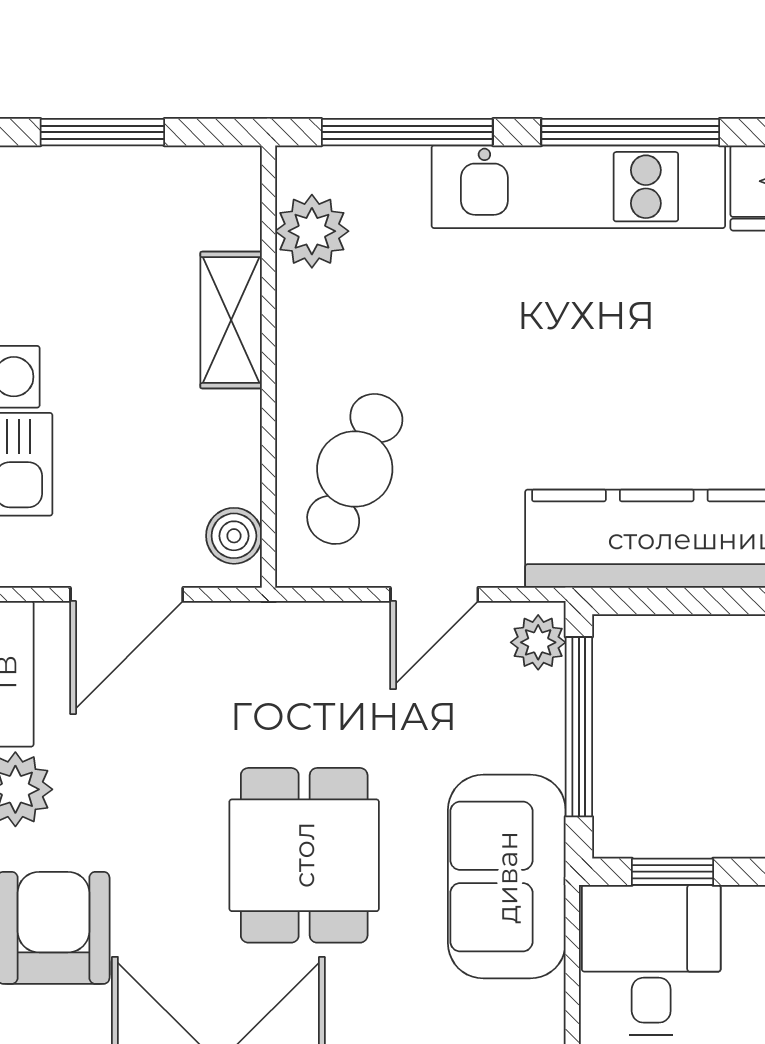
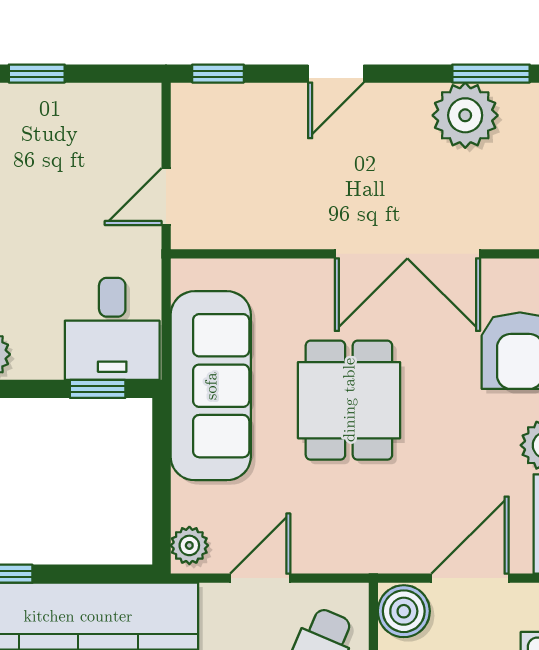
boiler: (234, 536) -> (404, 611), width x1.36, depth x1.36
window: (579, 727) -> (162, 488), removed
sofa: (507, 877) -> (211, 386), width x1.36

